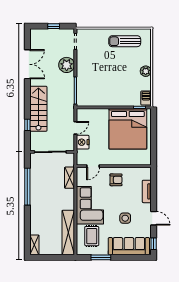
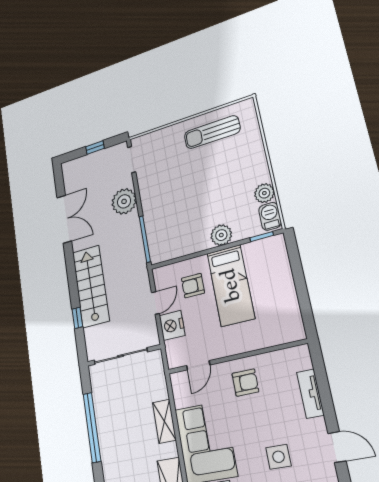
plant: (146, 71) -> (264, 193), moved
plant: (119, 101) -> (221, 235), added
armchair: (98, 124) -> (193, 286), added
bed: (128, 129) -> (231, 285), width x0.49
shelving: (69, 178) -> (164, 421), moved

